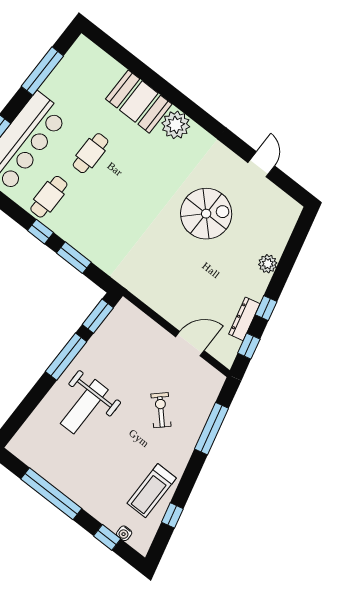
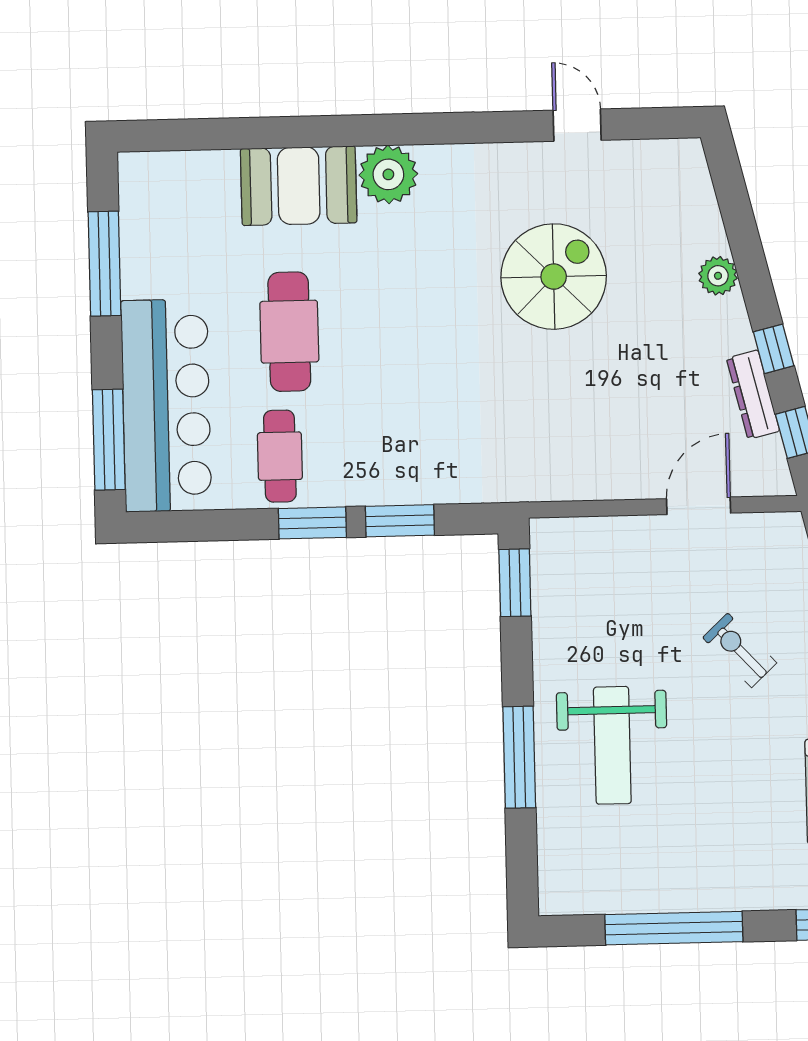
cafe table: (91, 153) -> (289, 332), width x1.37, depth x1.35
window: (40, 232) -> (312, 523), width x1.50
window: (66, 357) -> (519, 757), moved

